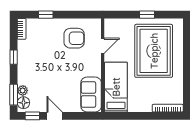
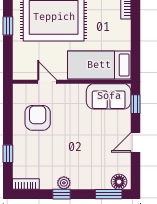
plant: (23, 90) -> (64, 183), moved
window: (32, 116) -> (136, 104), moved

